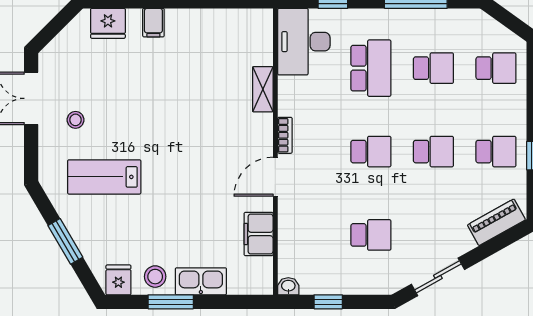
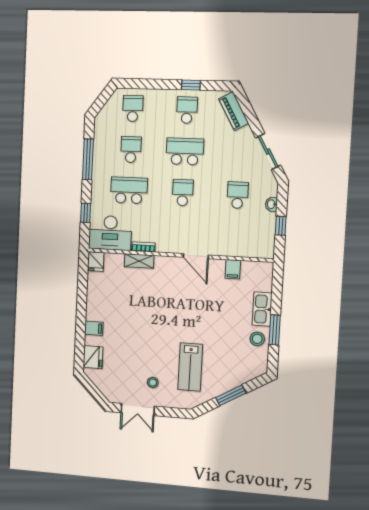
bookcase: (285, 135) -> (143, 247), moved
school desk: (433, 152) -> (185, 151), width x1.85
filing cabinet: (259, 234) -> (233, 269), width x0.50
fridge: (118, 280) -> (96, 262), moved, turned -90
washbasin: (288, 286) -> (271, 204), moved

